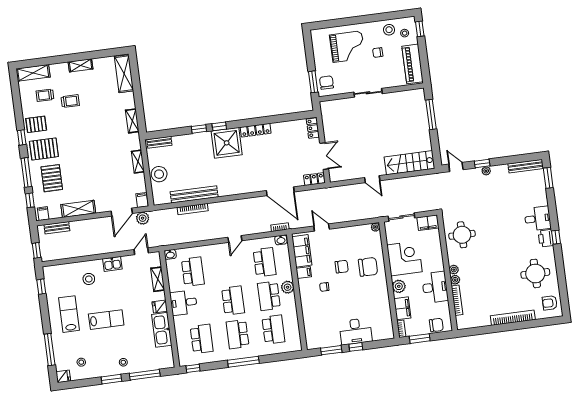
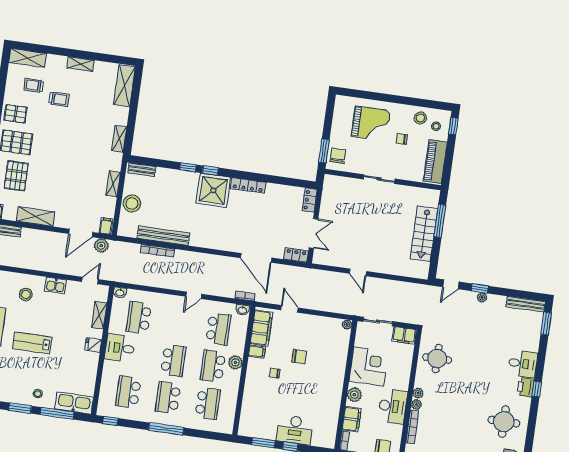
stairs: (409, 163) -> (424, 234), moved, turned -90
door: (456, 167) -> (451, 284), swing flipped
chair: (368, 267) -> (327, 365), removed
school desk: (193, 272) -> (139, 318), turned 180
lab bench: (106, 320) -> (32, 343), turned 180
kitchen sink: (162, 330) -> (74, 403), moved, turned 90
school desk: (202, 339) -> (128, 392), turned 180

